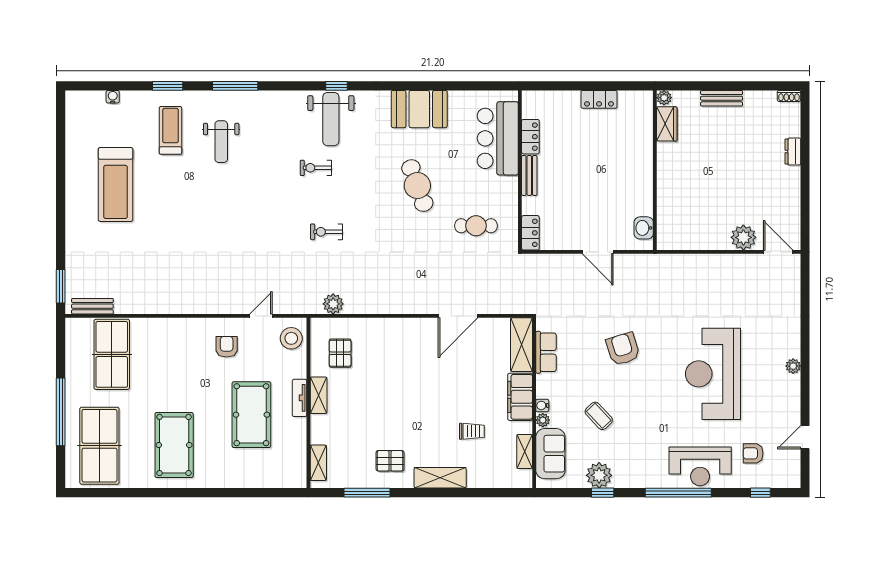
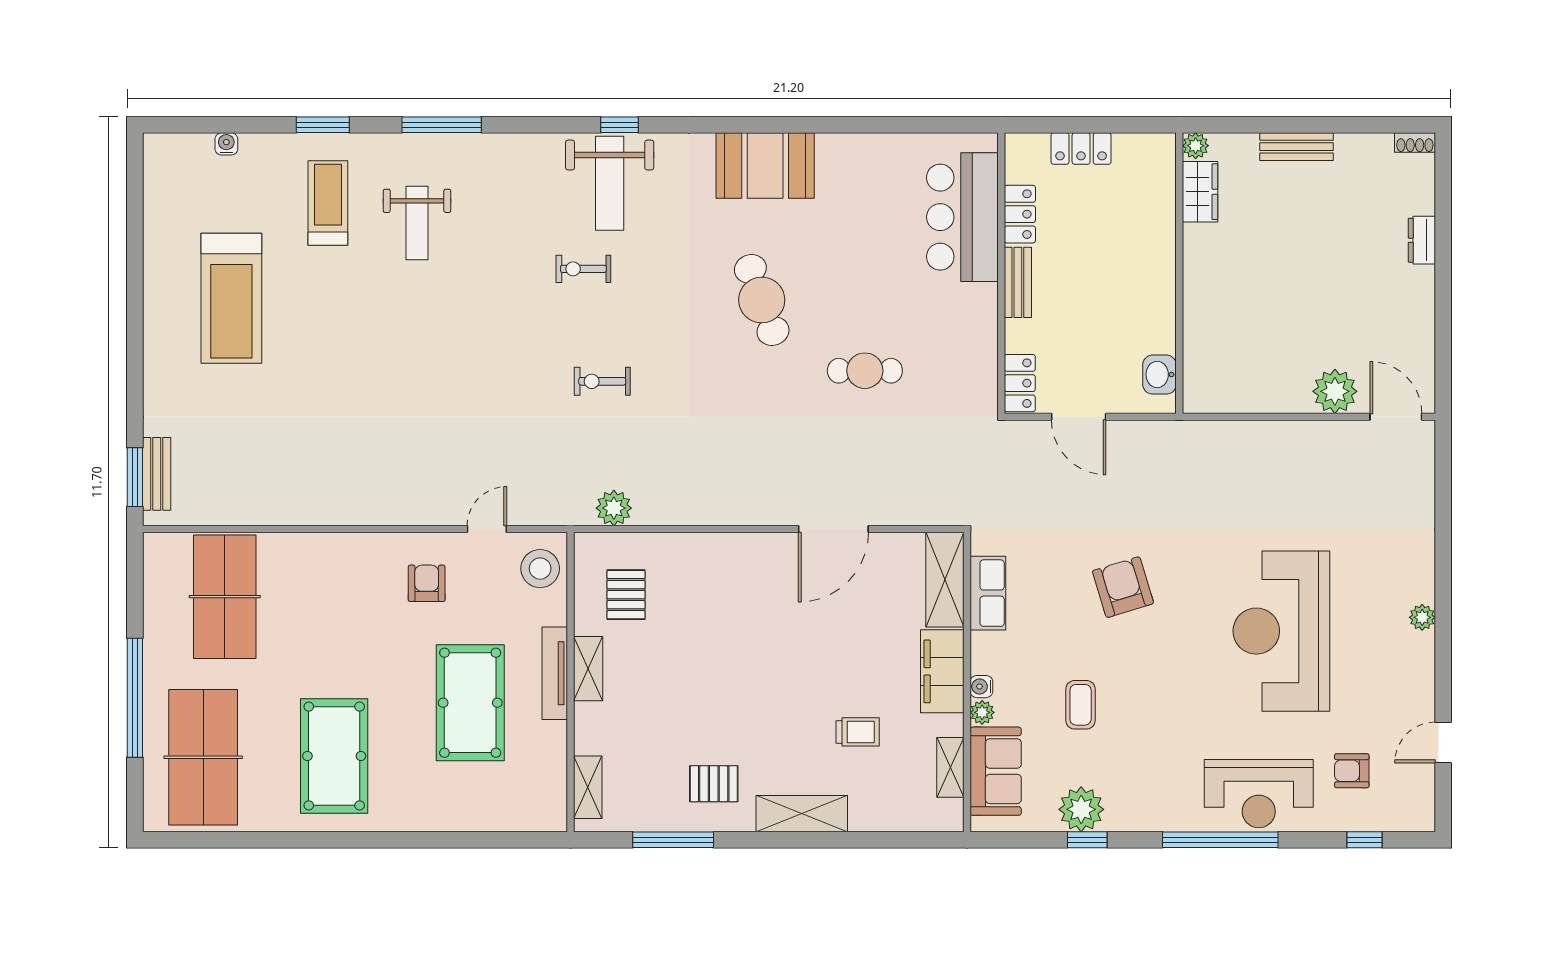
locker: (530, 137) -> (1020, 214), moved
bar counter: (498, 138) -> (962, 217), moved
wall: (520, 170) -> (1001, 273), moved
bench: (529, 175) -> (1018, 282), moved
locker: (530, 233) -> (1020, 383), moved
bench: (92, 306) -> (157, 474), moved, turned 90
tv unit: (300, 398) -> (555, 673), width x1.41
coffee table: (599, 416) -> (1081, 705), turned 43

